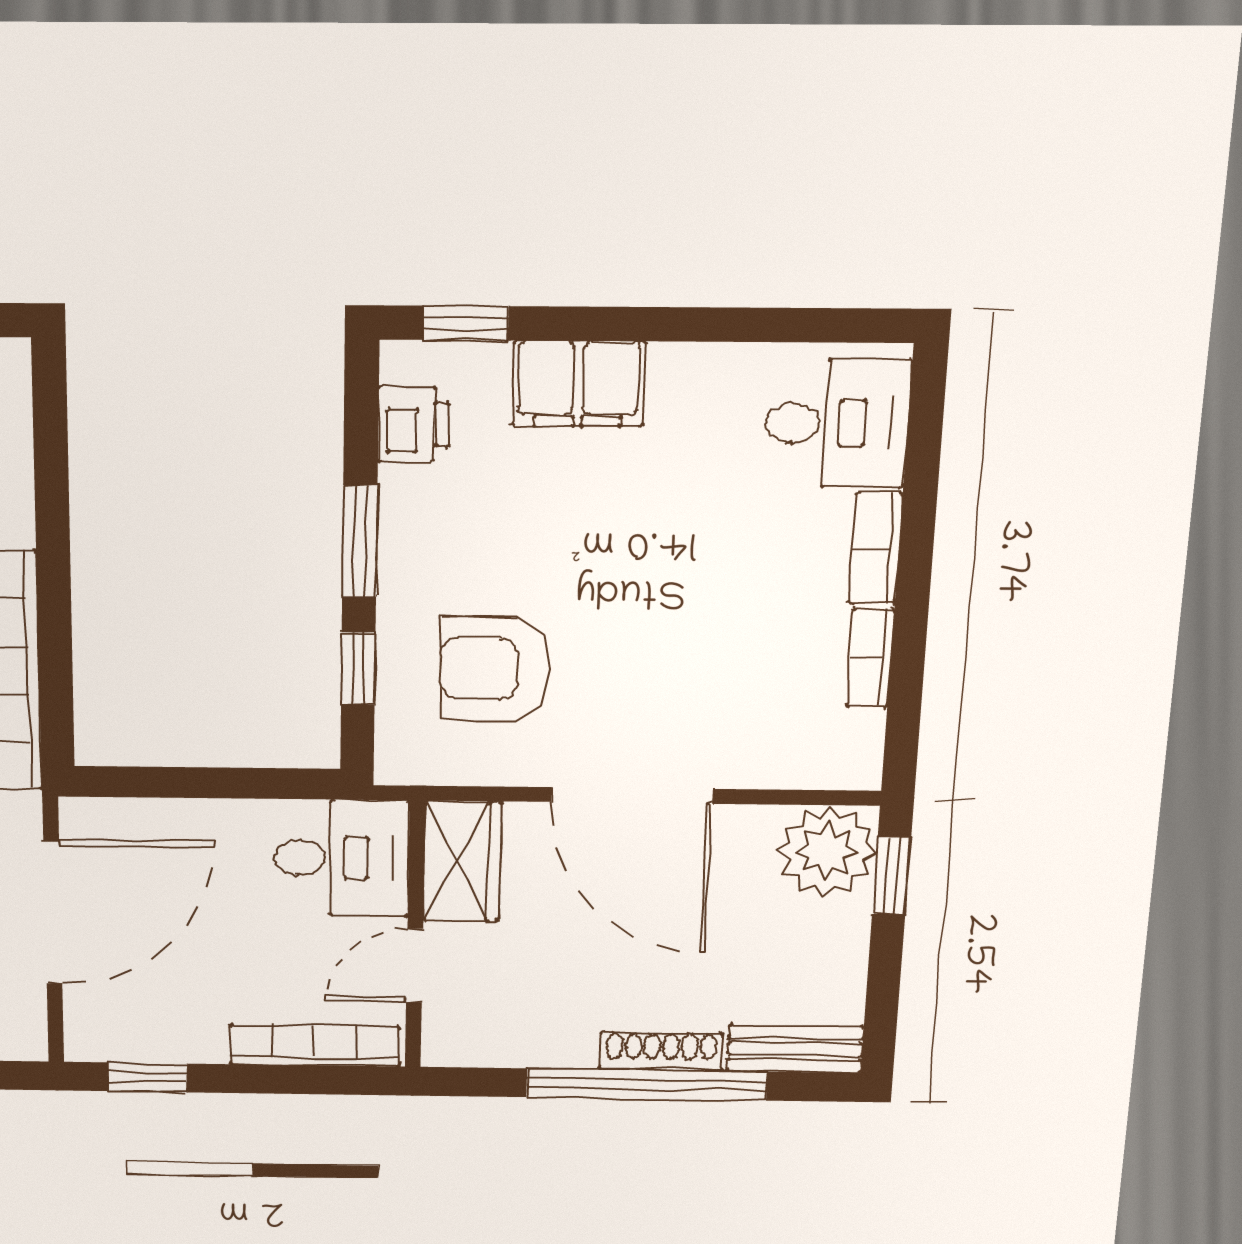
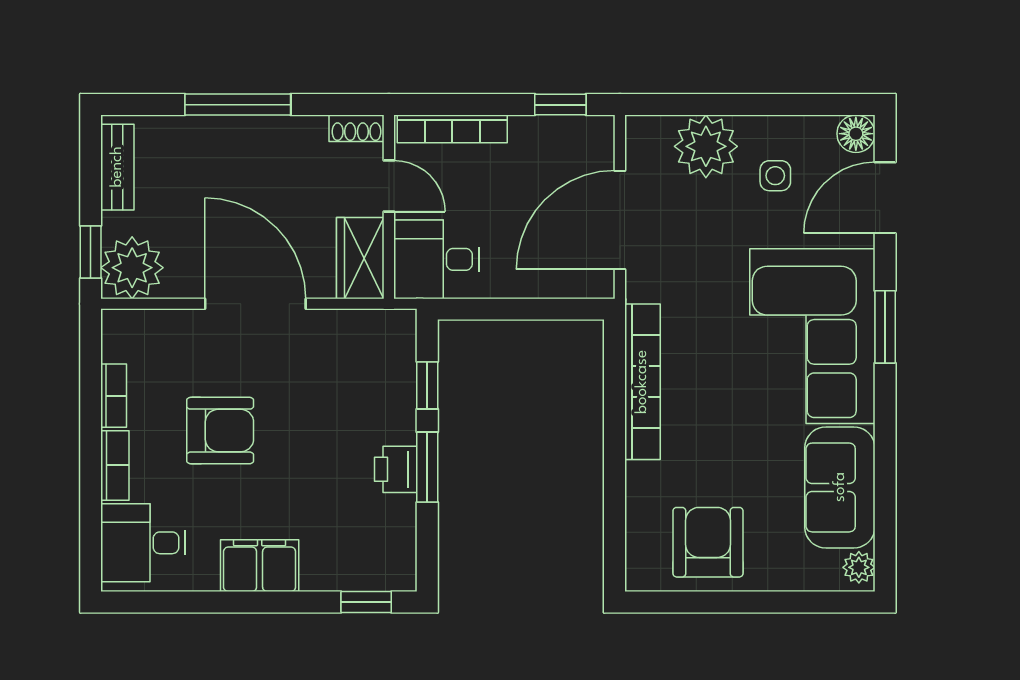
filing cabinet: (579, 384) -> (260, 566), moved
printer: (414, 424) -> (396, 469), moved
armchair: (494, 669) -> (220, 431), moved
door: (415, 966) -> (389, 186), hinge flipped
bench: (795, 1049) -> (117, 167), moved, turned 90
shoe rack: (661, 1051) -> (356, 128), moved, width x0.70
window: (647, 1084) -> (238, 105), width x0.68

